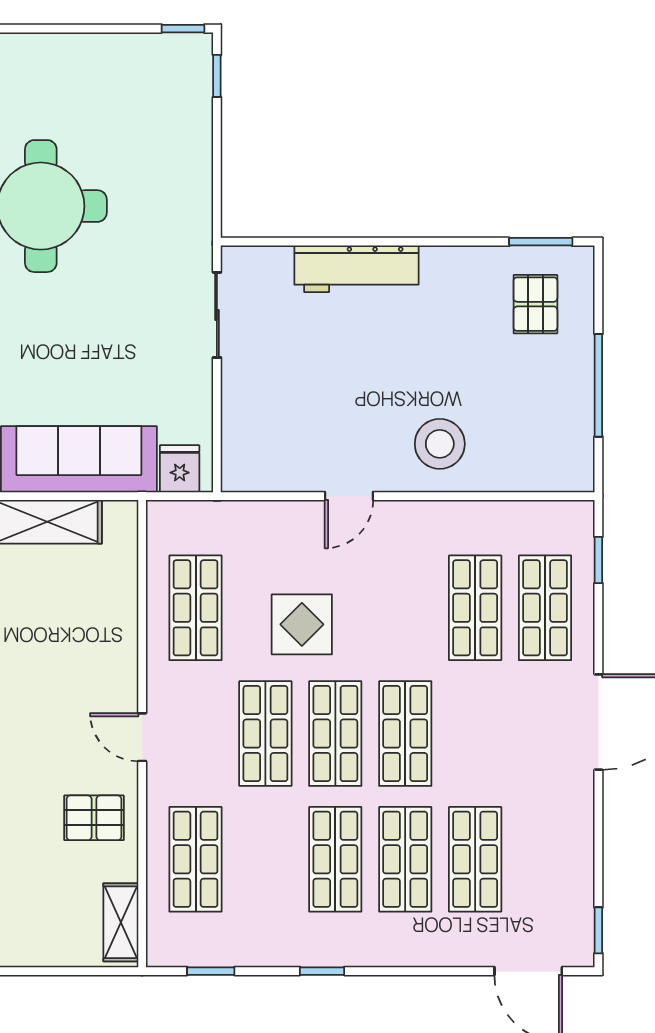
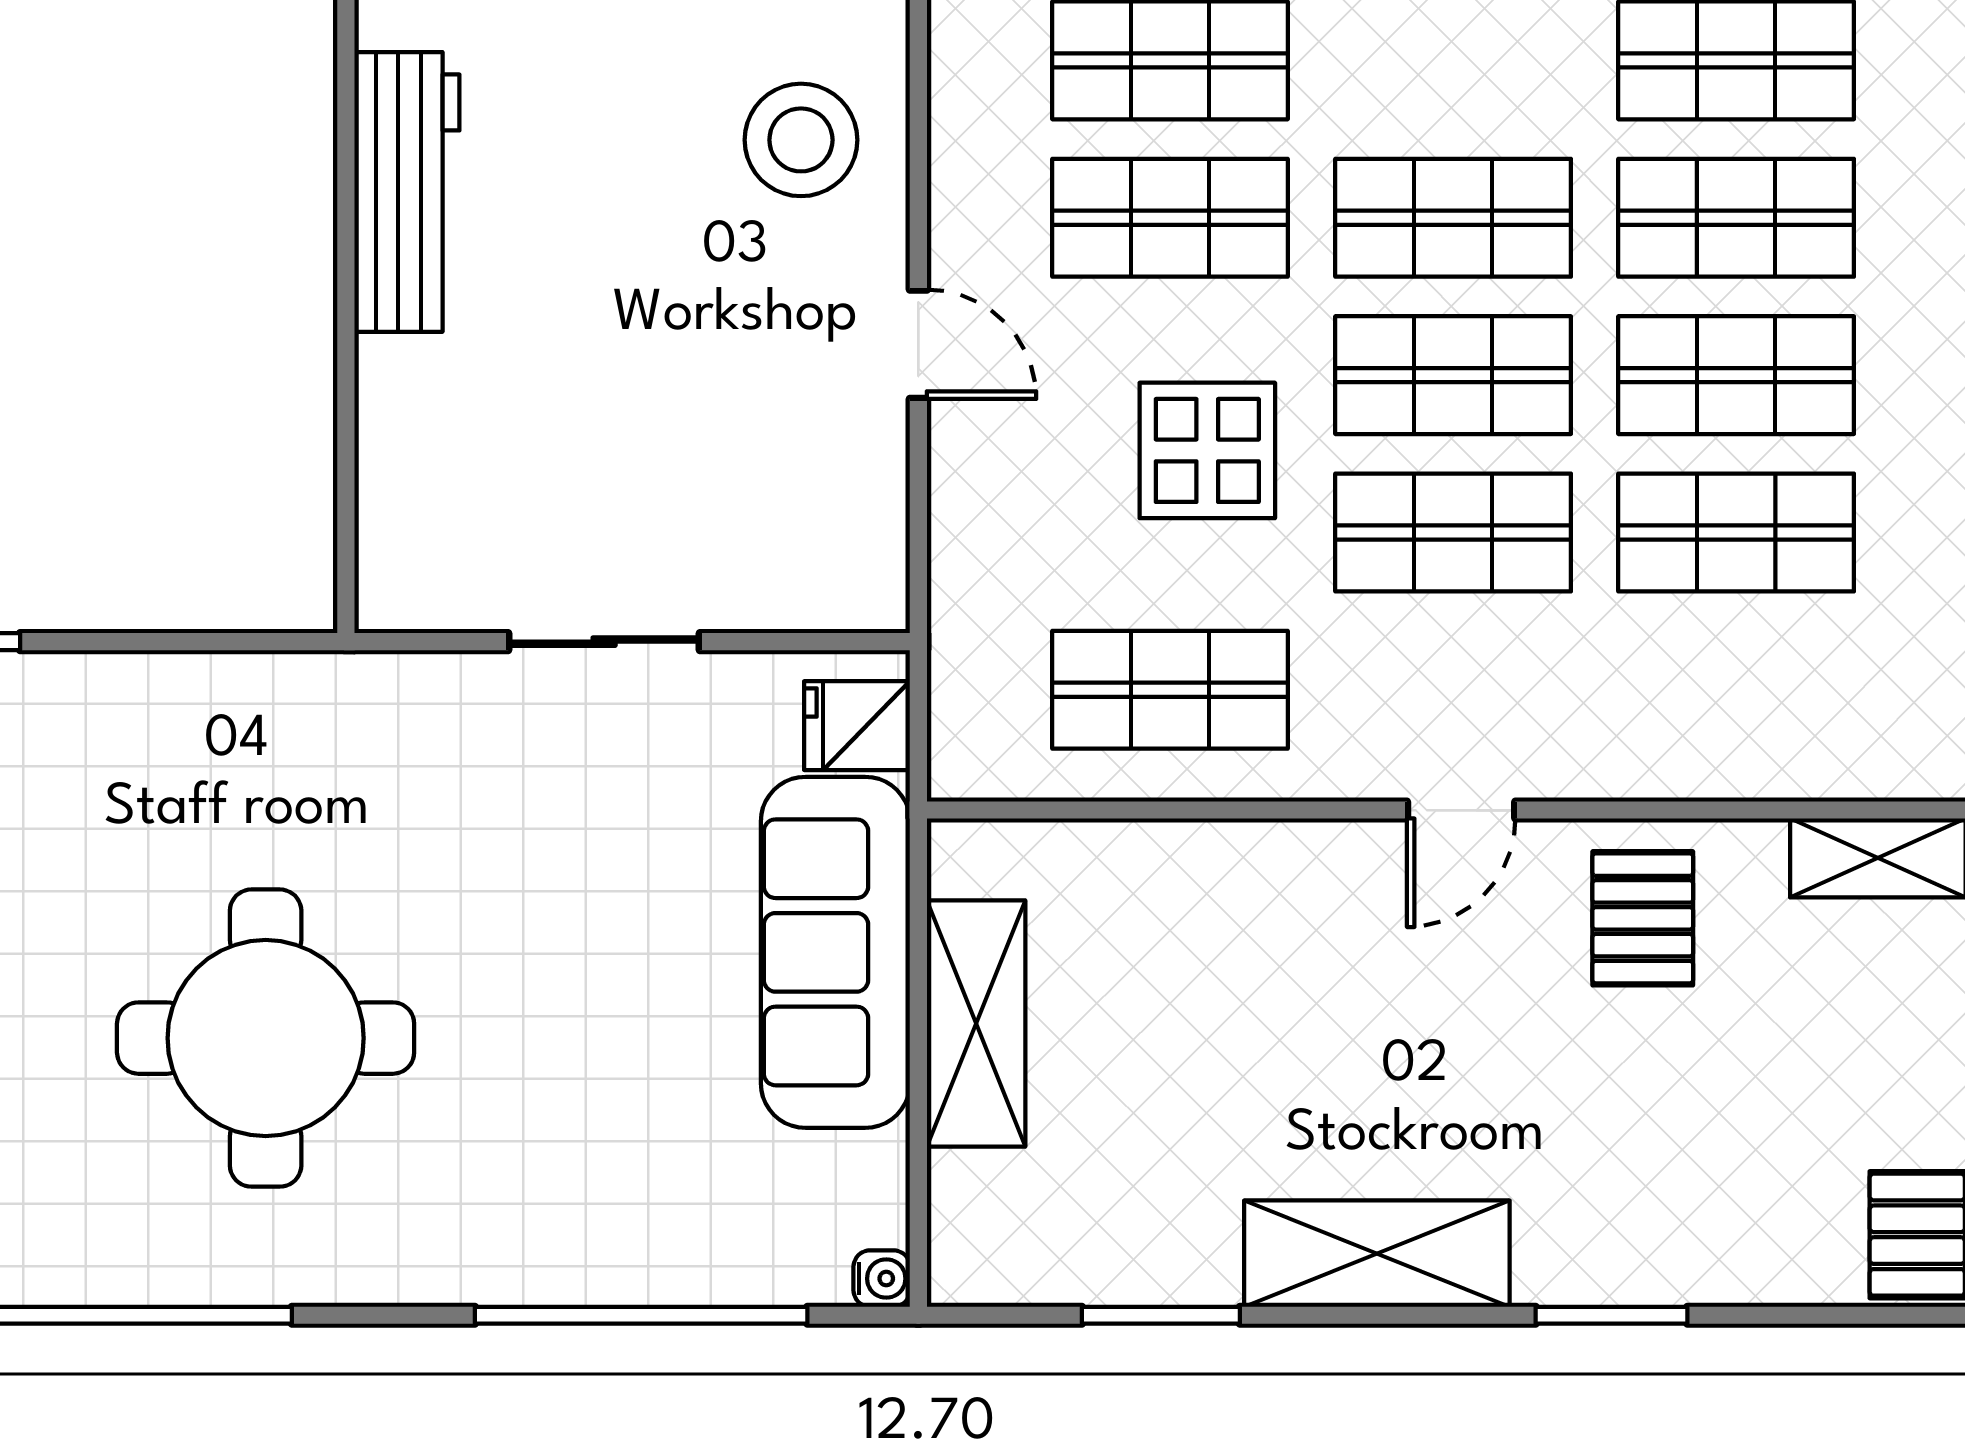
workbench: (356, 269) -> (407, 192), moved
sliding door: (217, 315) -> (604, 642), moved
shop shelf: (405, 608) -> (1170, 218), added
shop shelf: (196, 859) -> (1736, 532), moved

